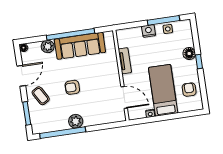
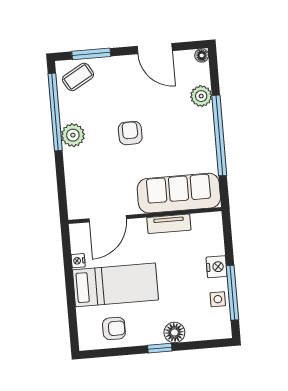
sofa: (80, 46) -> (179, 193), moved, turned 90
coffee table: (41, 96) -> (78, 77), moved

